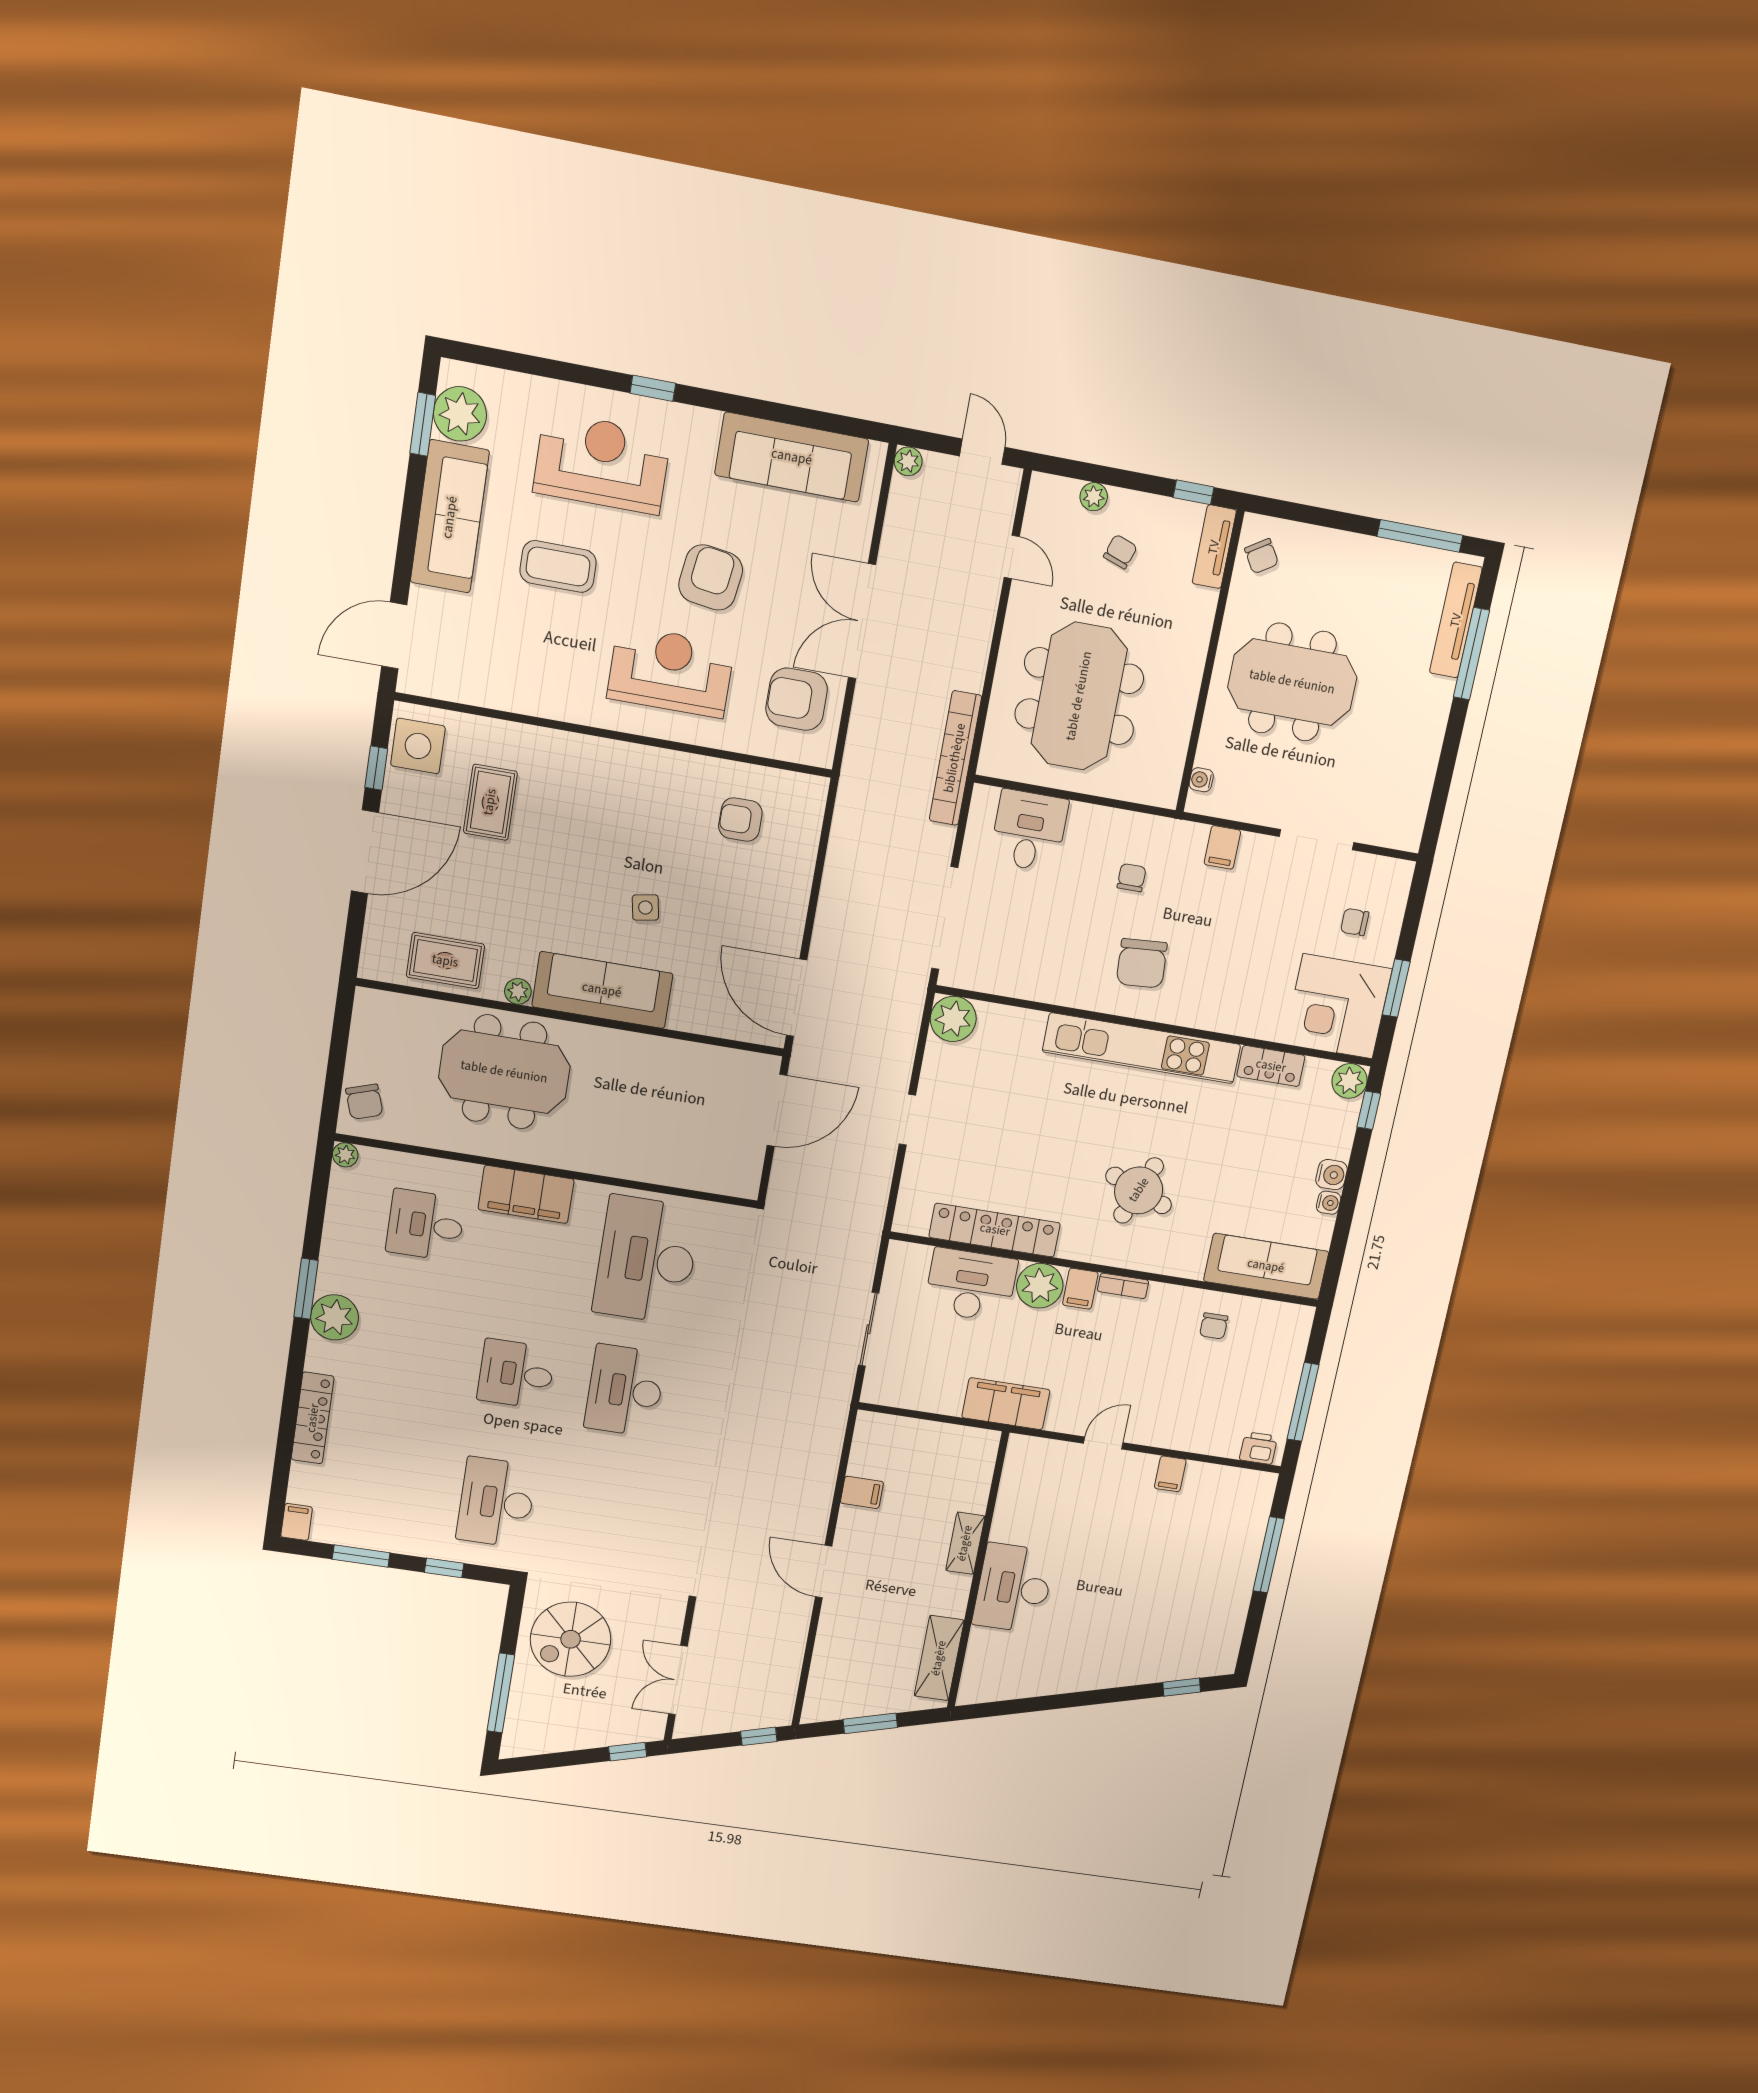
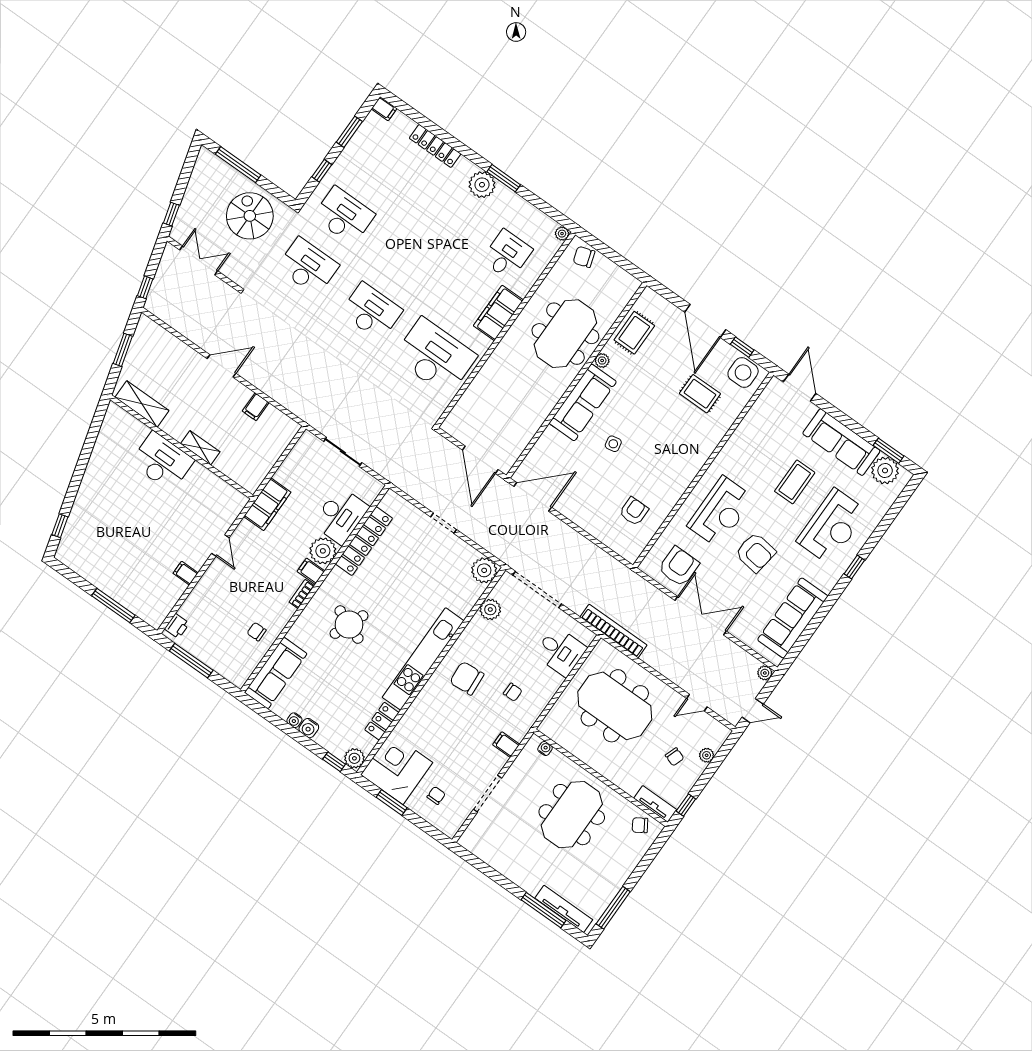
plant: (1012, 979) -> (490, 609), added
desk: (516, 1374) -> (308, 267), moved, width x1.37

